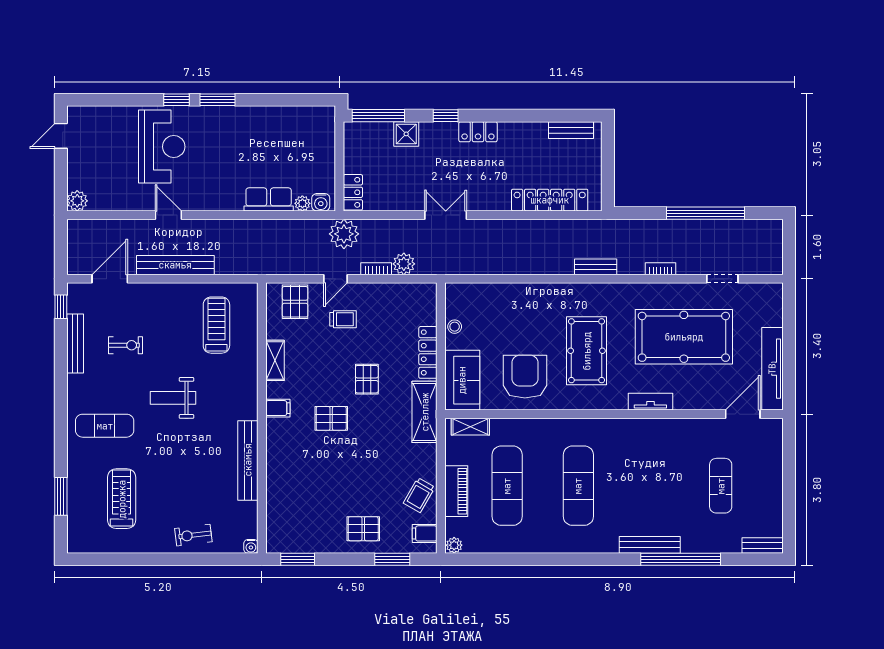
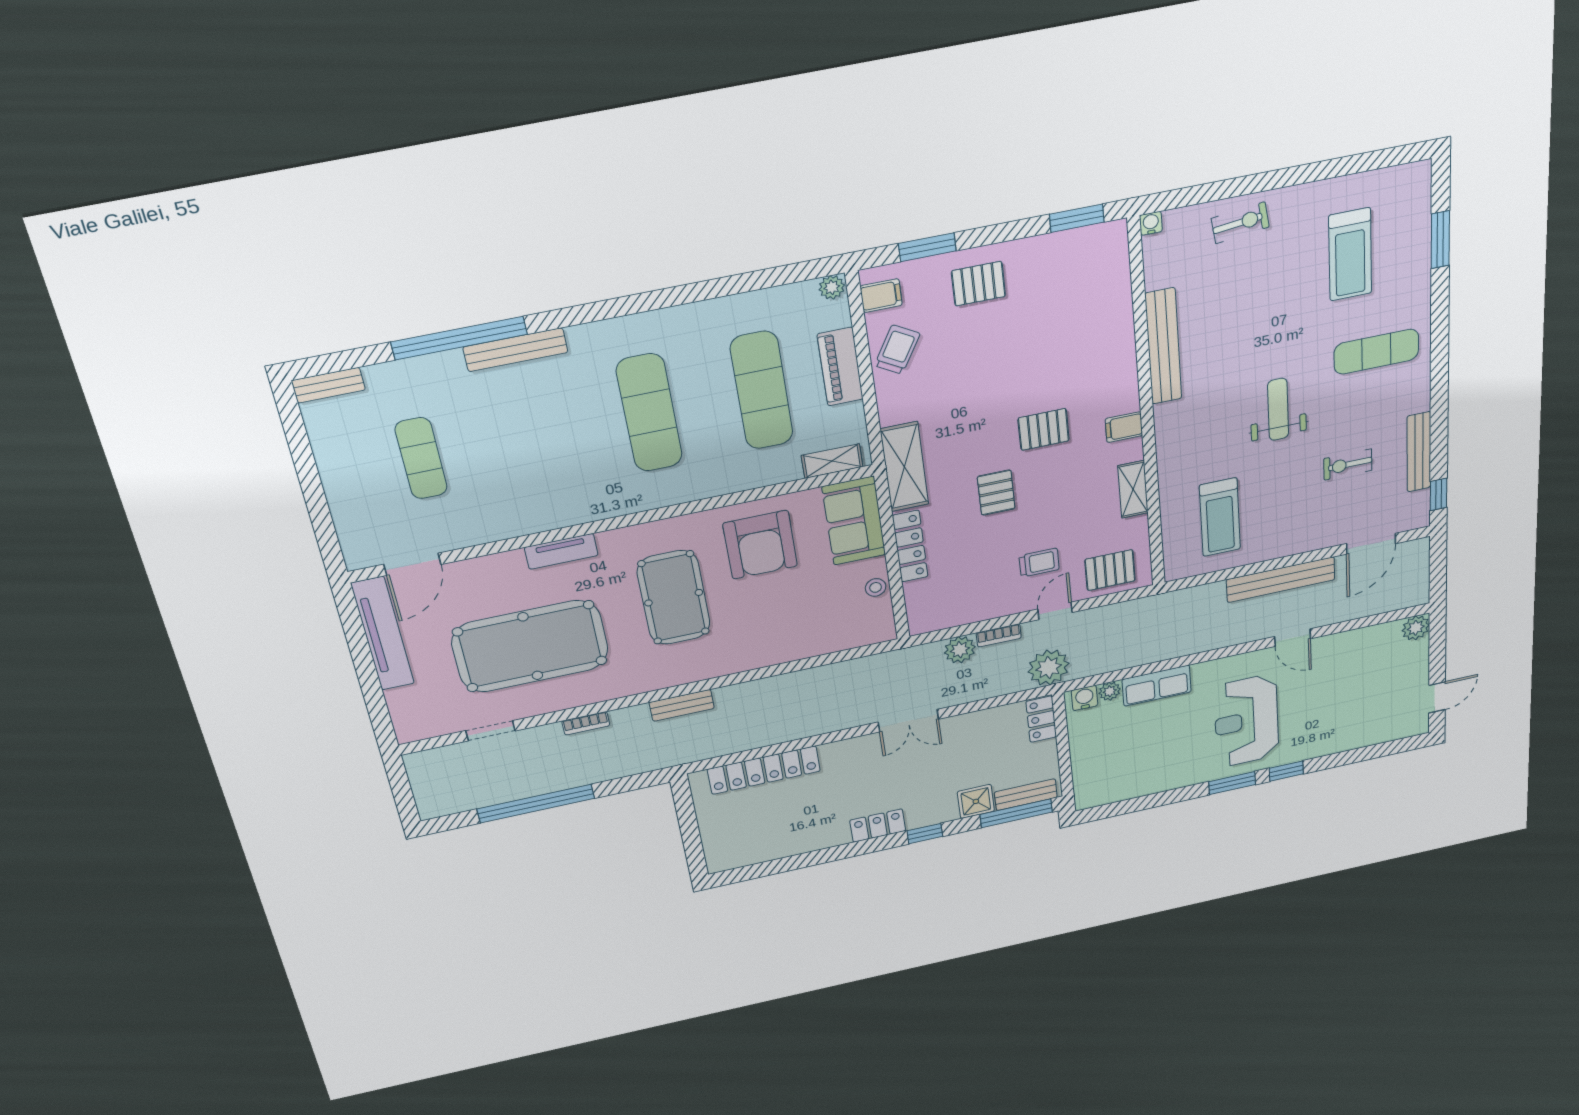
bench: (571, 130) -> (1026, 795), moved
reception desk: (162, 147) -> (1246, 721), moved
pallet: (295, 302) -> (1110, 570), turned 90
trolley: (343, 319) -> (1039, 563), turned 180
weight bench: (173, 398) -> (1278, 409), turned -90

